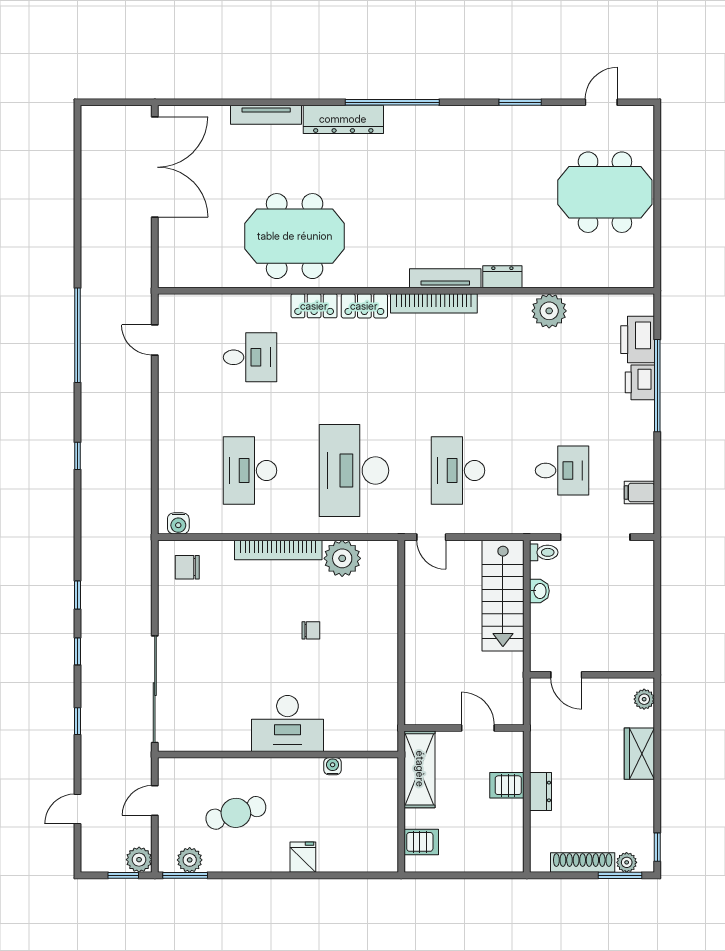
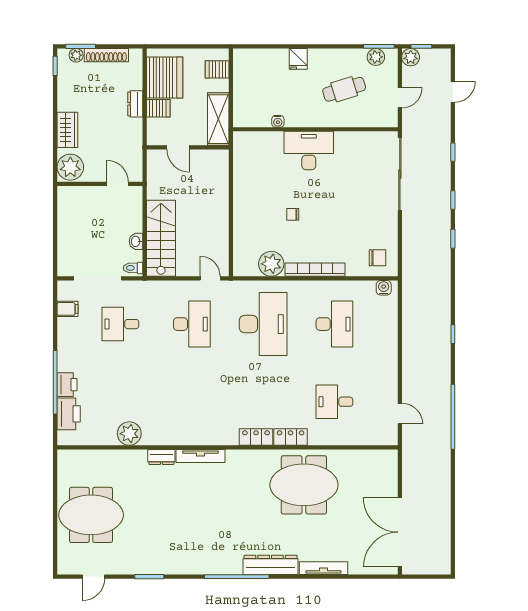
bookcase: (434, 303) -> (208, 439), removed
plant: (644, 699) -> (70, 167), width x1.87, depth x1.87
server rack: (498, 830) -> (165, 77), added

